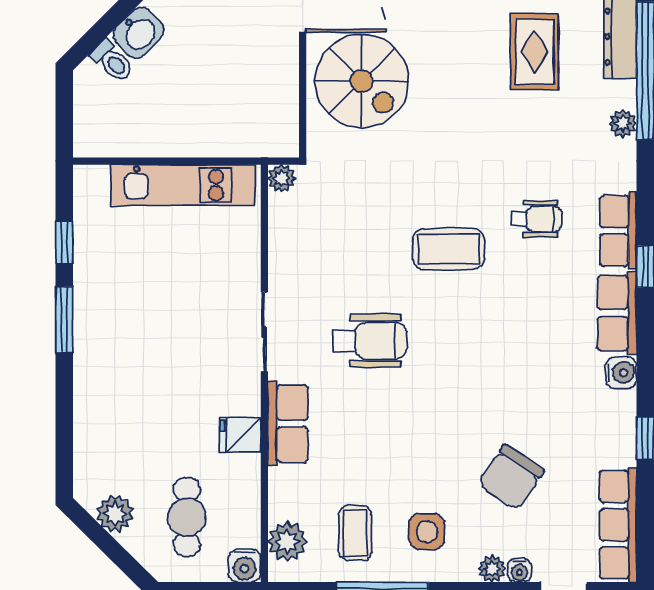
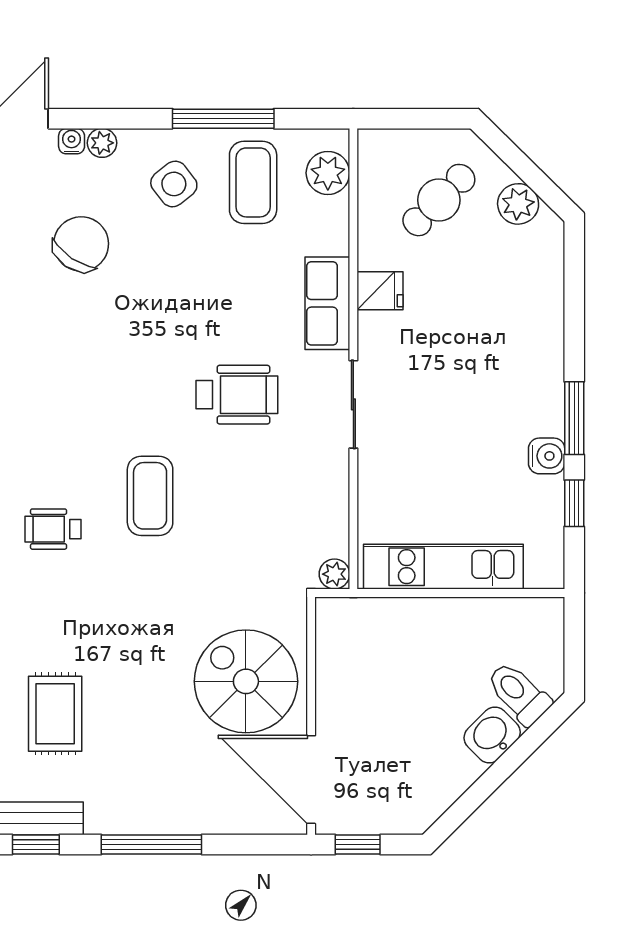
toilet: (112, 61) -> (519, 693), width x1.37, depth x1.39
coffee table: (448, 249) -> (150, 496), turned 90
wheelchair: (370, 341) -> (237, 395), turned 180
cafe table: (187, 517) -> (439, 200), turned 45
side table: (427, 532) -> (174, 184), turned -38
coffee table: (355, 533) -> (253, 182), width x1.36, depth x1.30
water cooler: (245, 566) -> (547, 456), moved, turned 90

